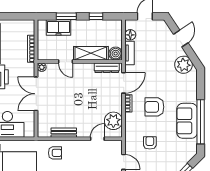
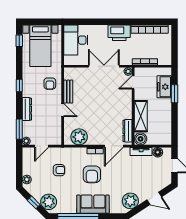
window: (96, 16) -> (175, 121), removed
door: (65, 62) -> (133, 82), moved
door: (124, 83) -> (114, 146), hinge flipped
armchair: (154, 107) -> (92, 174), turned 180
sofa: (187, 121) -> (93, 204), moved
door: (97, 139) -> (63, 110), moved
plant: (185, 154) -> (49, 202), added

